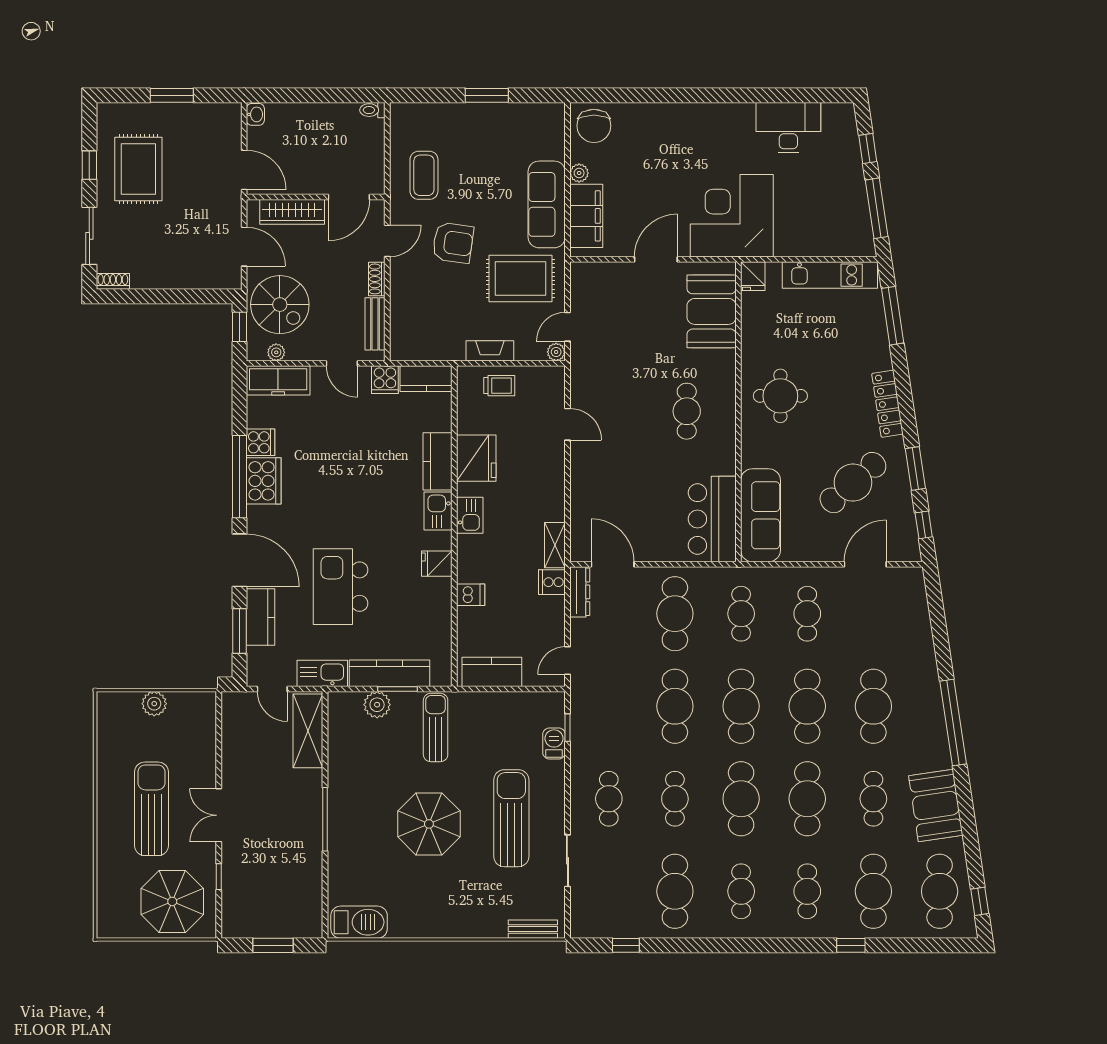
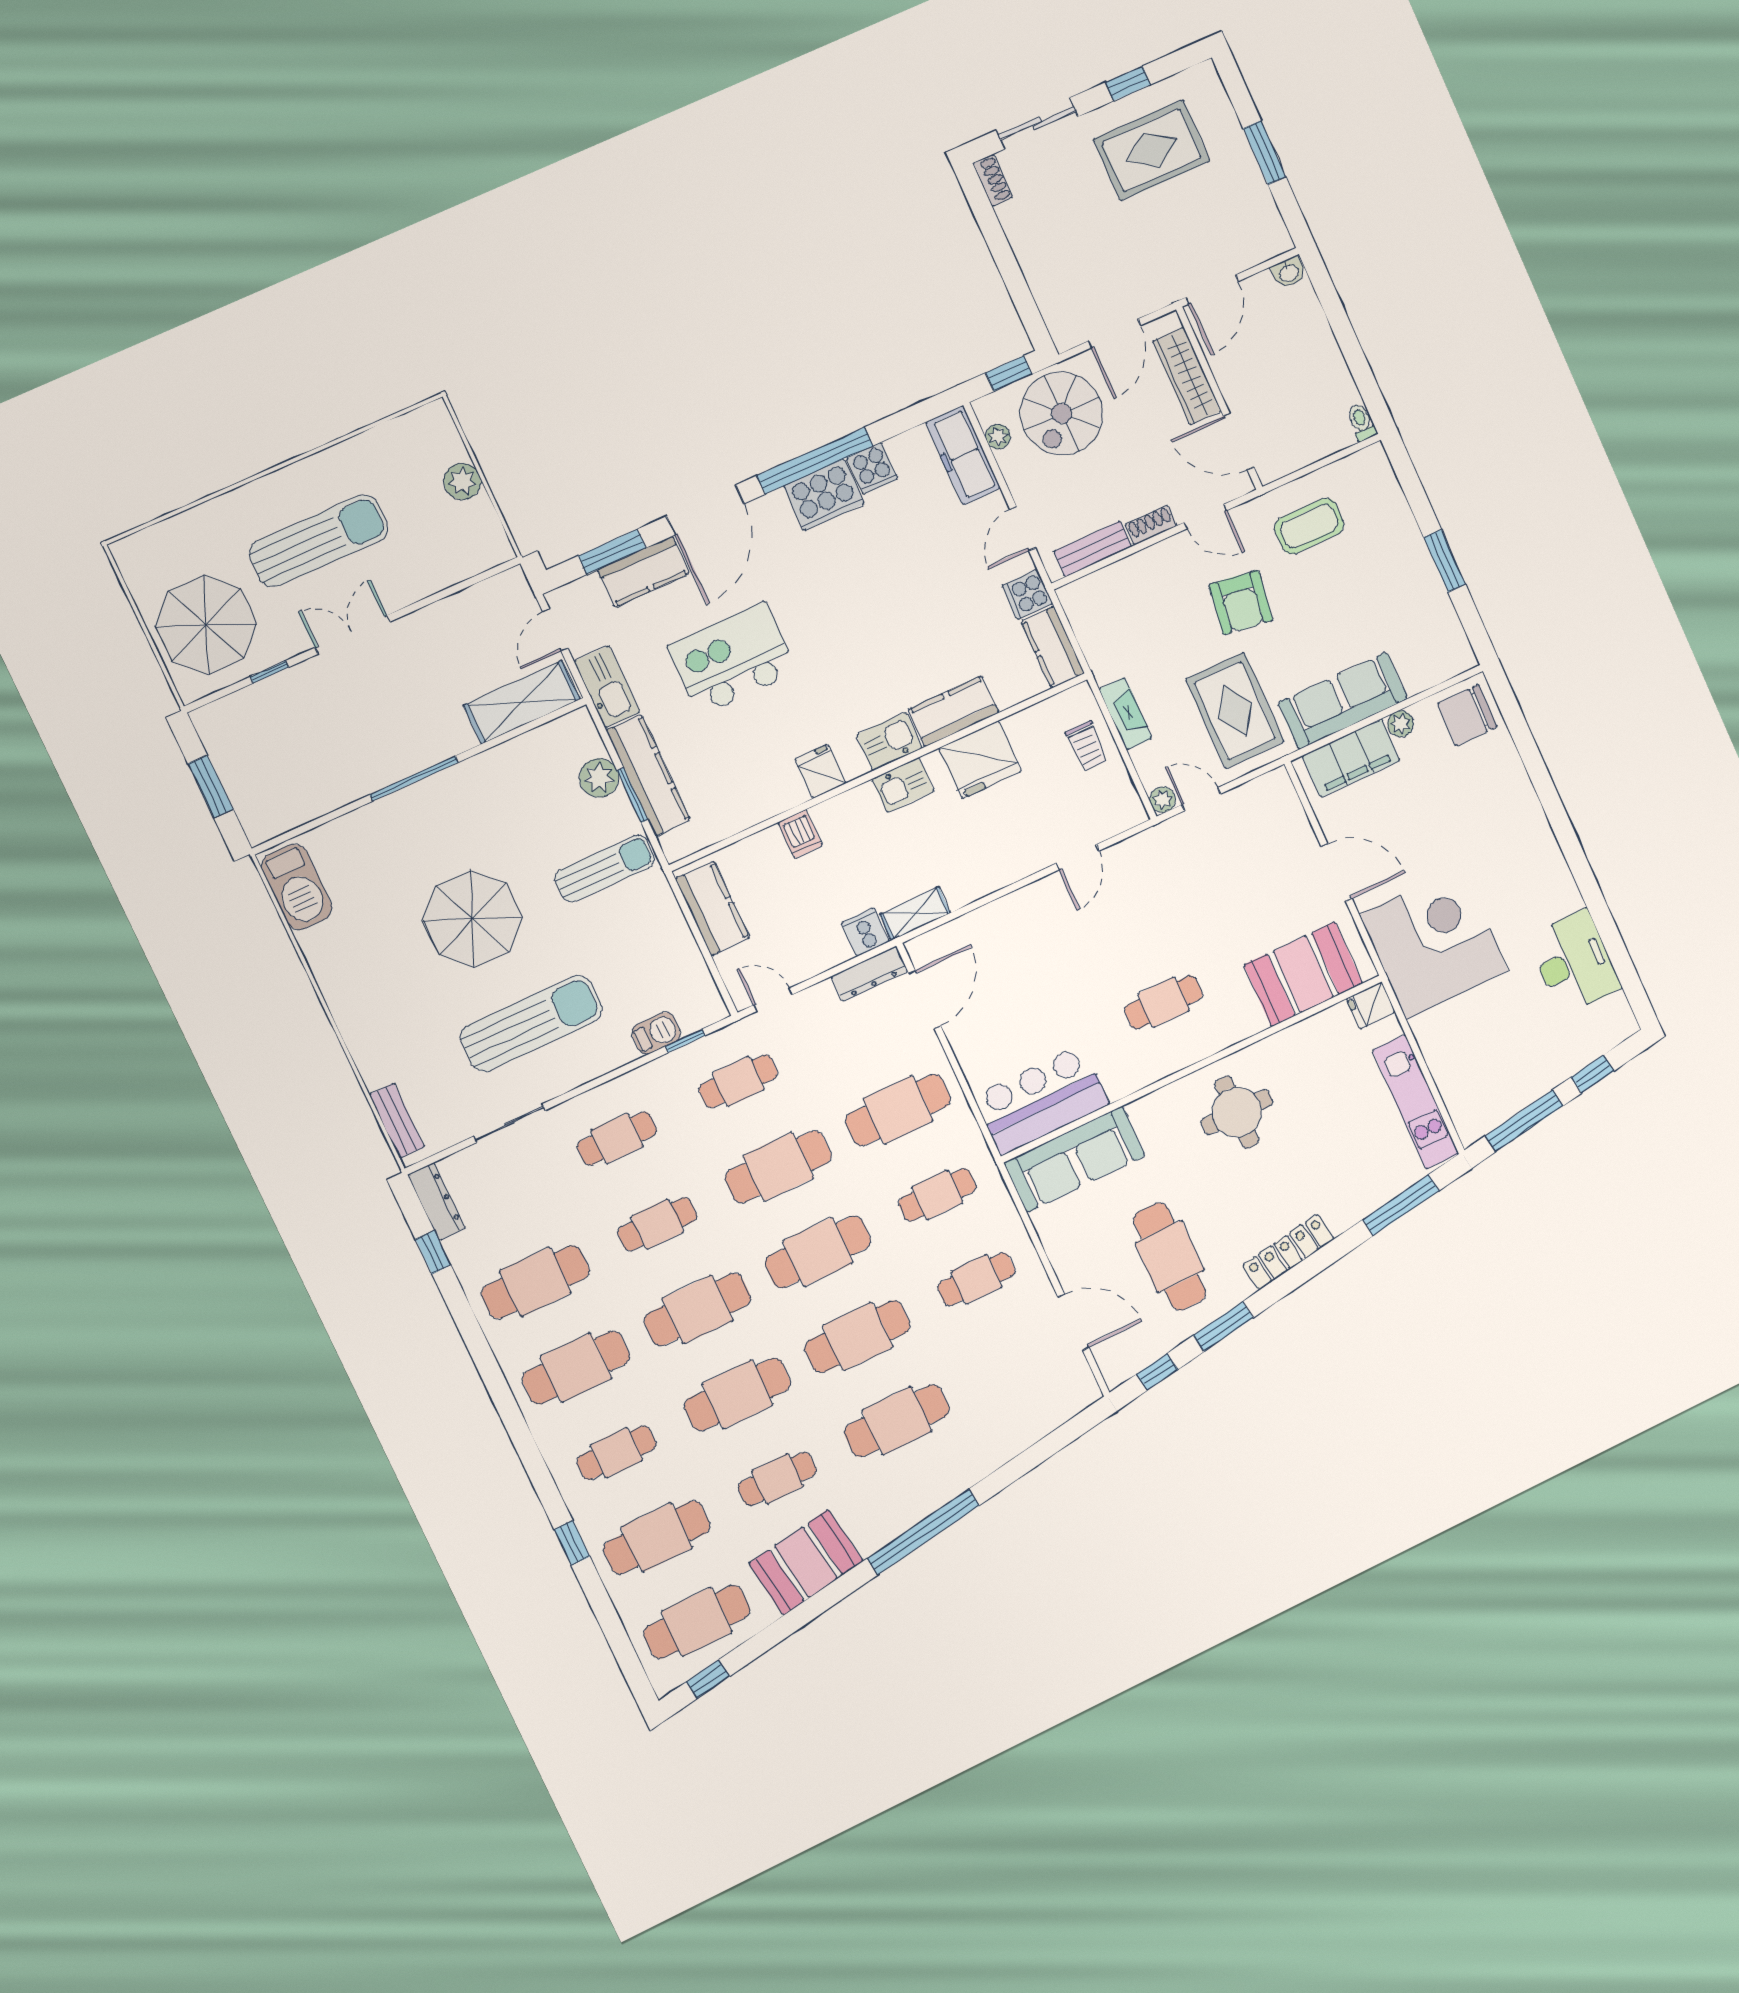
cafe table: (853, 483) -> (1170, 1257), turned 41
cafe table: (609, 706) -> (738, 1081), added
cafe table: (741, 891) -> (576, 1368), width x1.37, depth x1.35
dresser: (595, 929) -> (436, 1202), added

